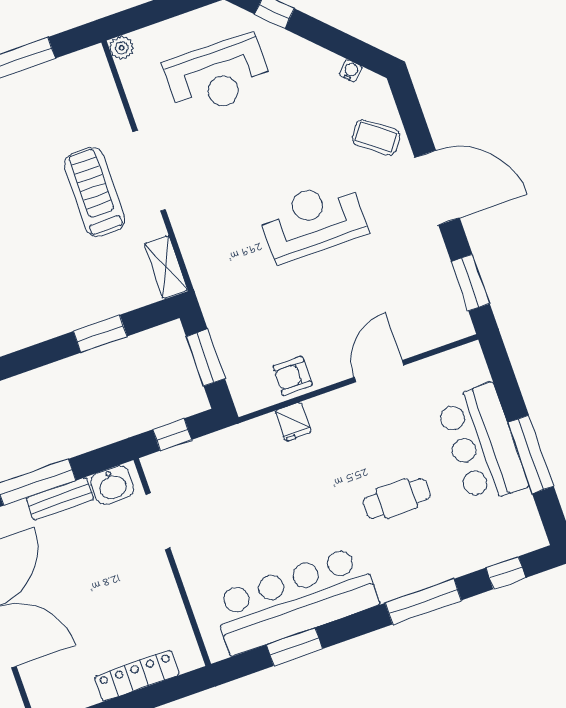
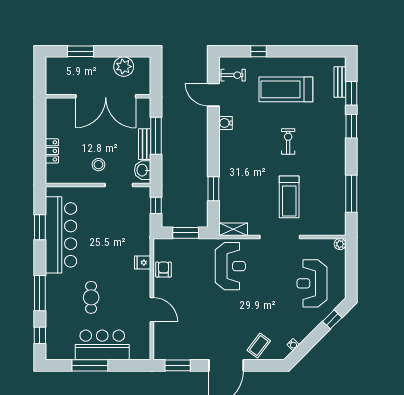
treadmill: (95, 192) -> (289, 197), moved, turned 90
reception desk: (313, 221) -> (230, 266), moved
stool: (132, 575) -> (98, 165), added
locker: (137, 676) -> (52, 151), width x0.66

